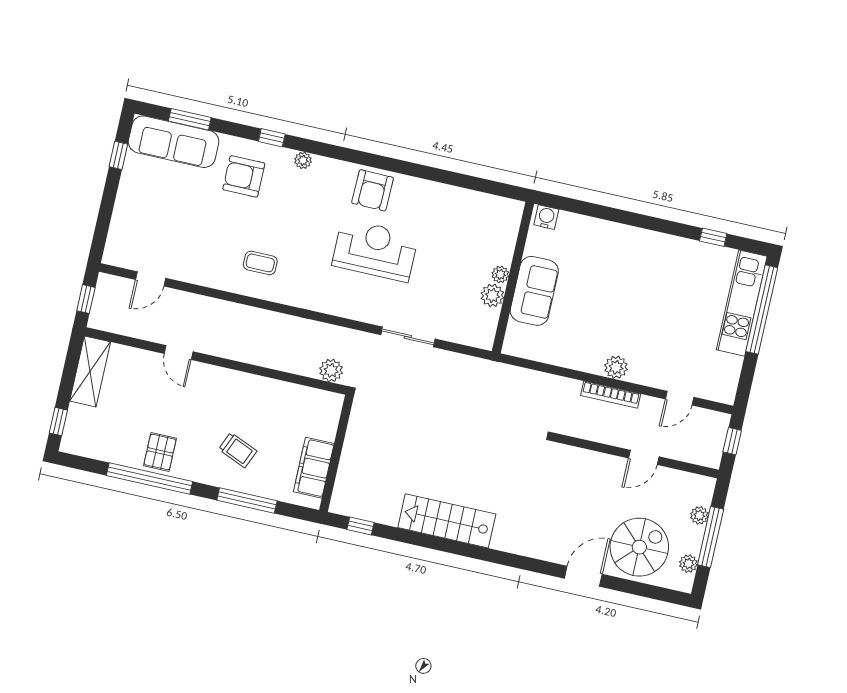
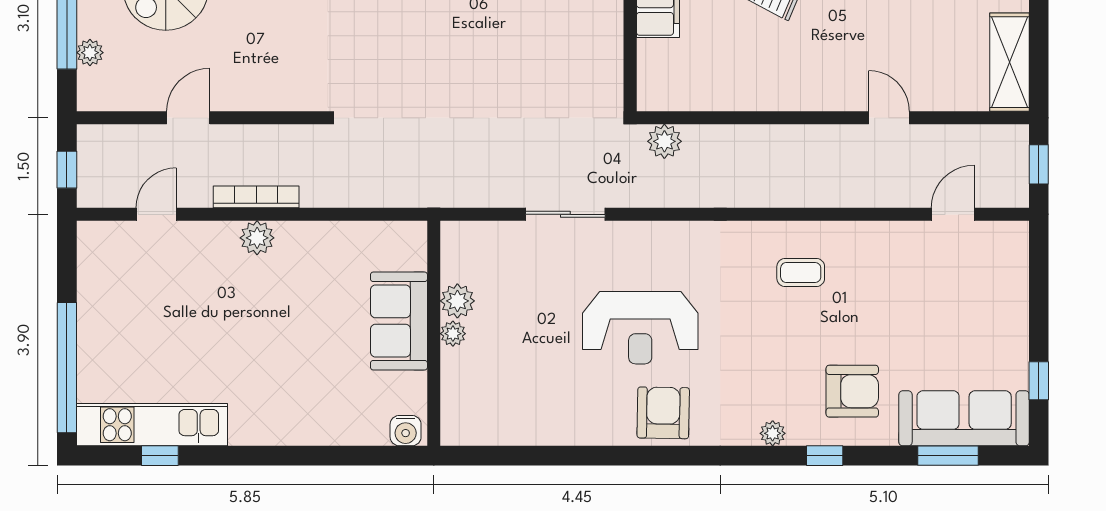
kitchen unit: (742, 303) -> (152, 425), moved, turned -90

